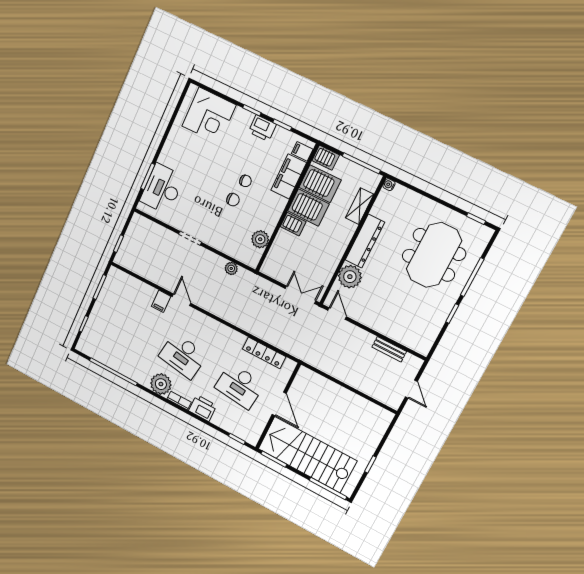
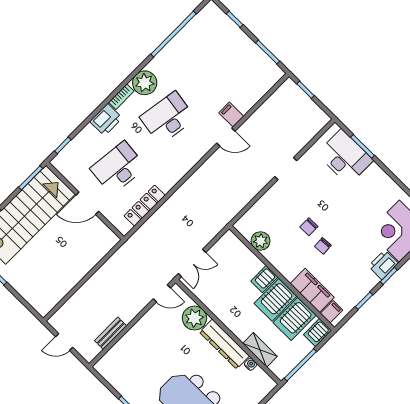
printer: (262, 128) -> (383, 265), moved
water cooler: (389, 185) -> (251, 364), moved
plant: (231, 268) -> (241, 201), removed

